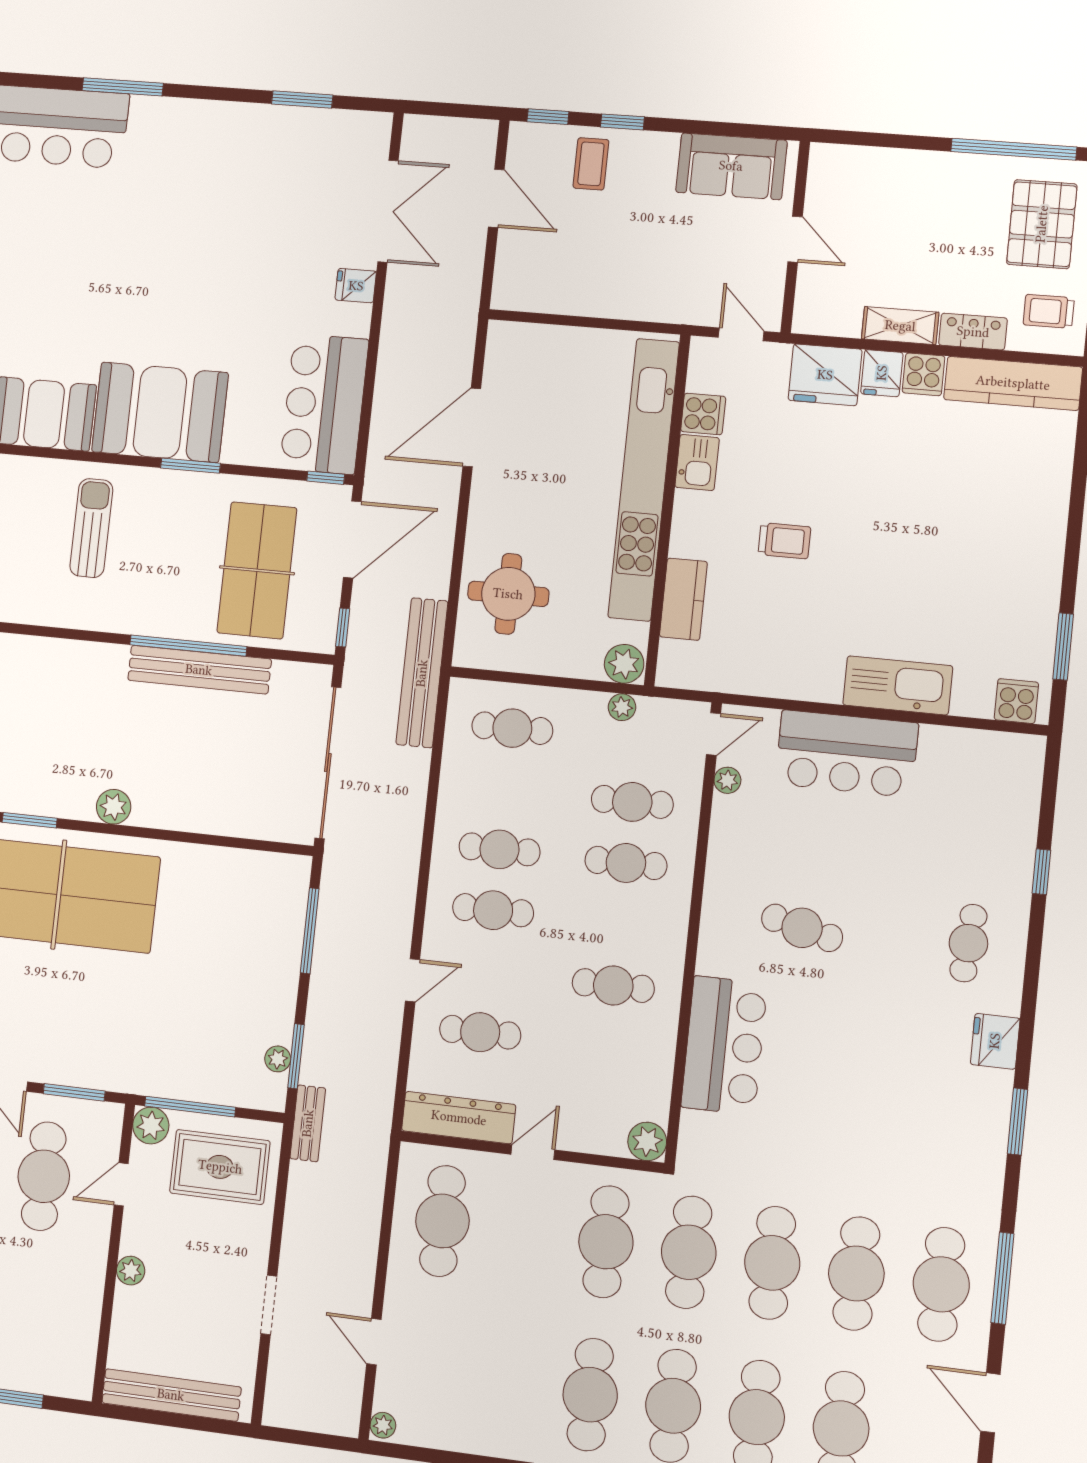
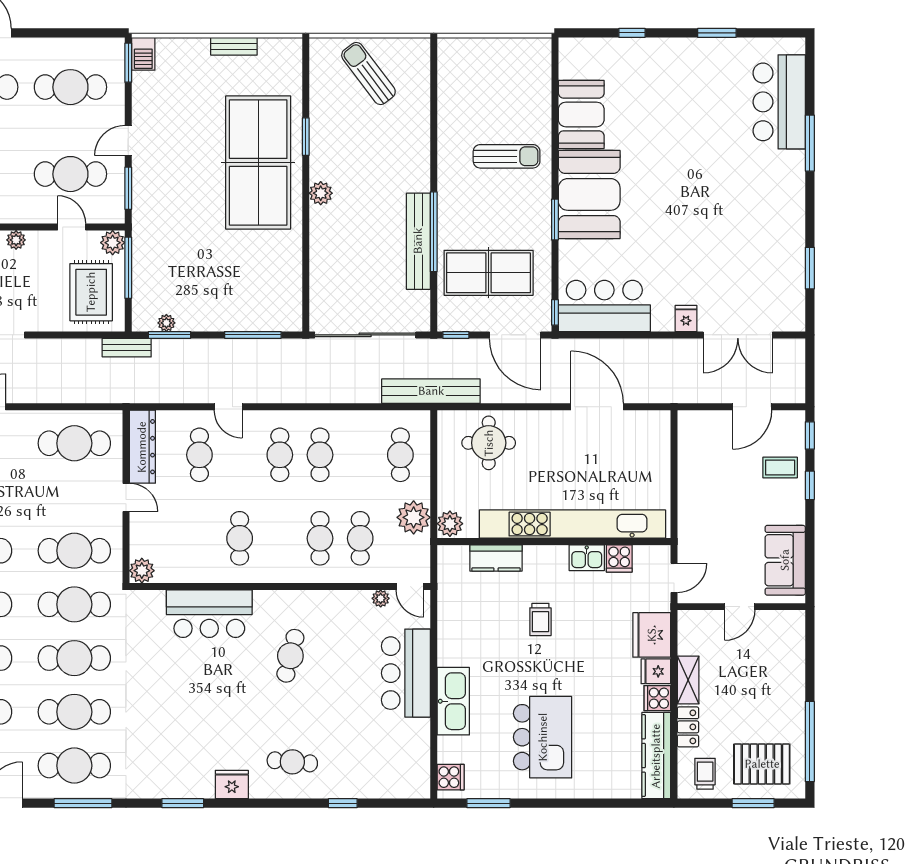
kitchen island: (967, 554) -> (543, 737), added
plant: (622, 707) -> (414, 517), width x1.88, depth x1.88

